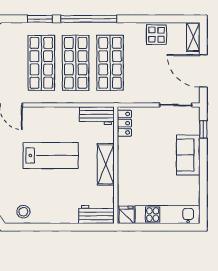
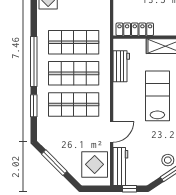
workbench: (97, 116) -> (121, 66), moved
locker: (124, 123) -> (135, 29), width x1.53

